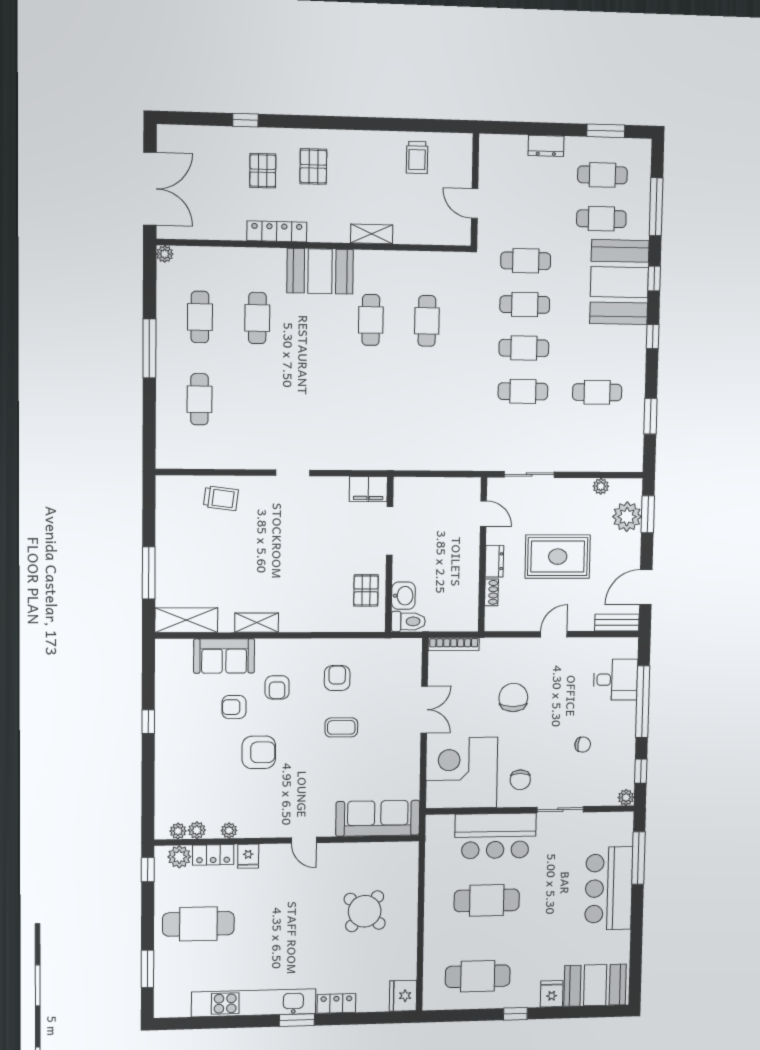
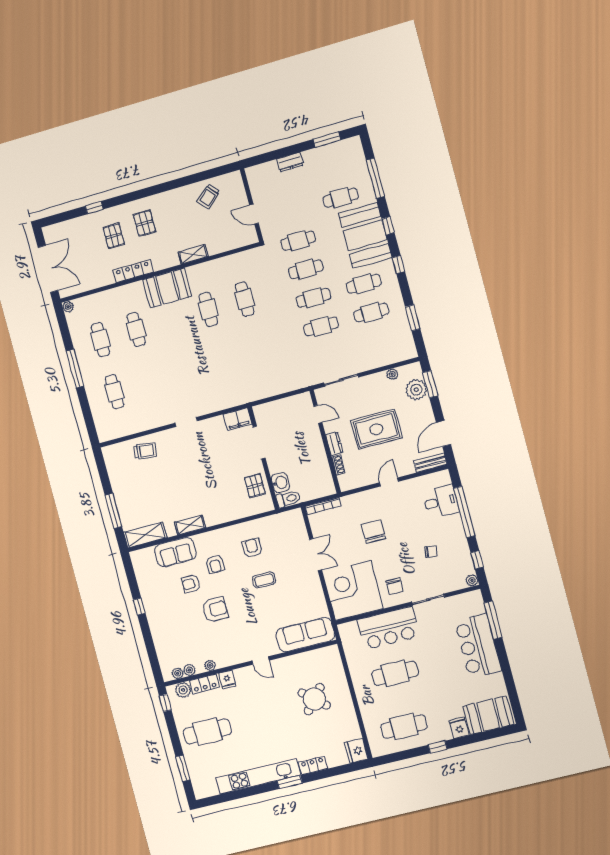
trolley: (417, 157) -> (208, 196), turned 49
cafe table: (602, 175) -> (364, 284), moved

